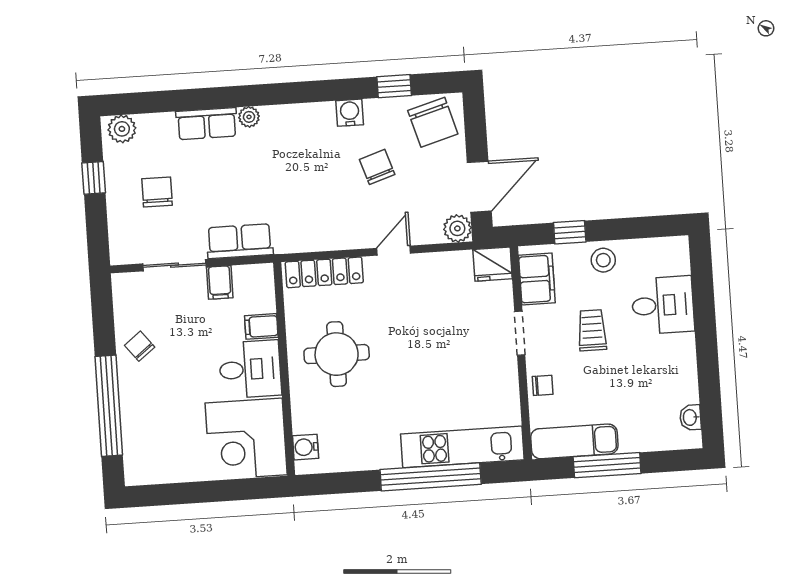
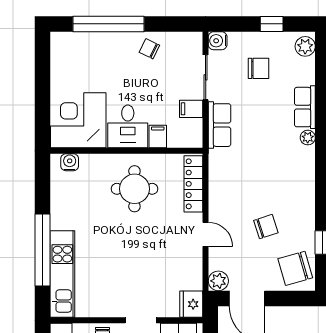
water cooler: (350, 113) -> (218, 41), moved, turned 180
chair: (140, 346) -> (149, 49), turned -116

